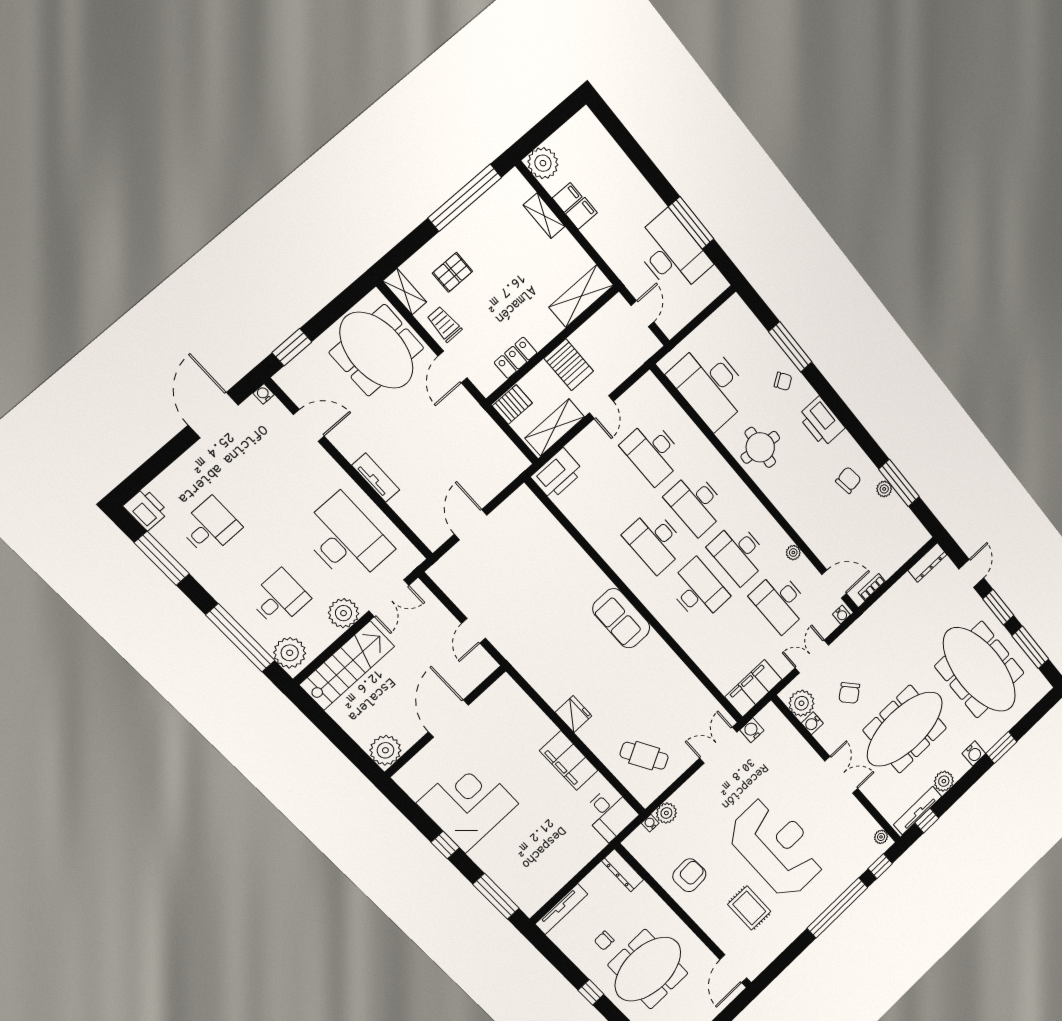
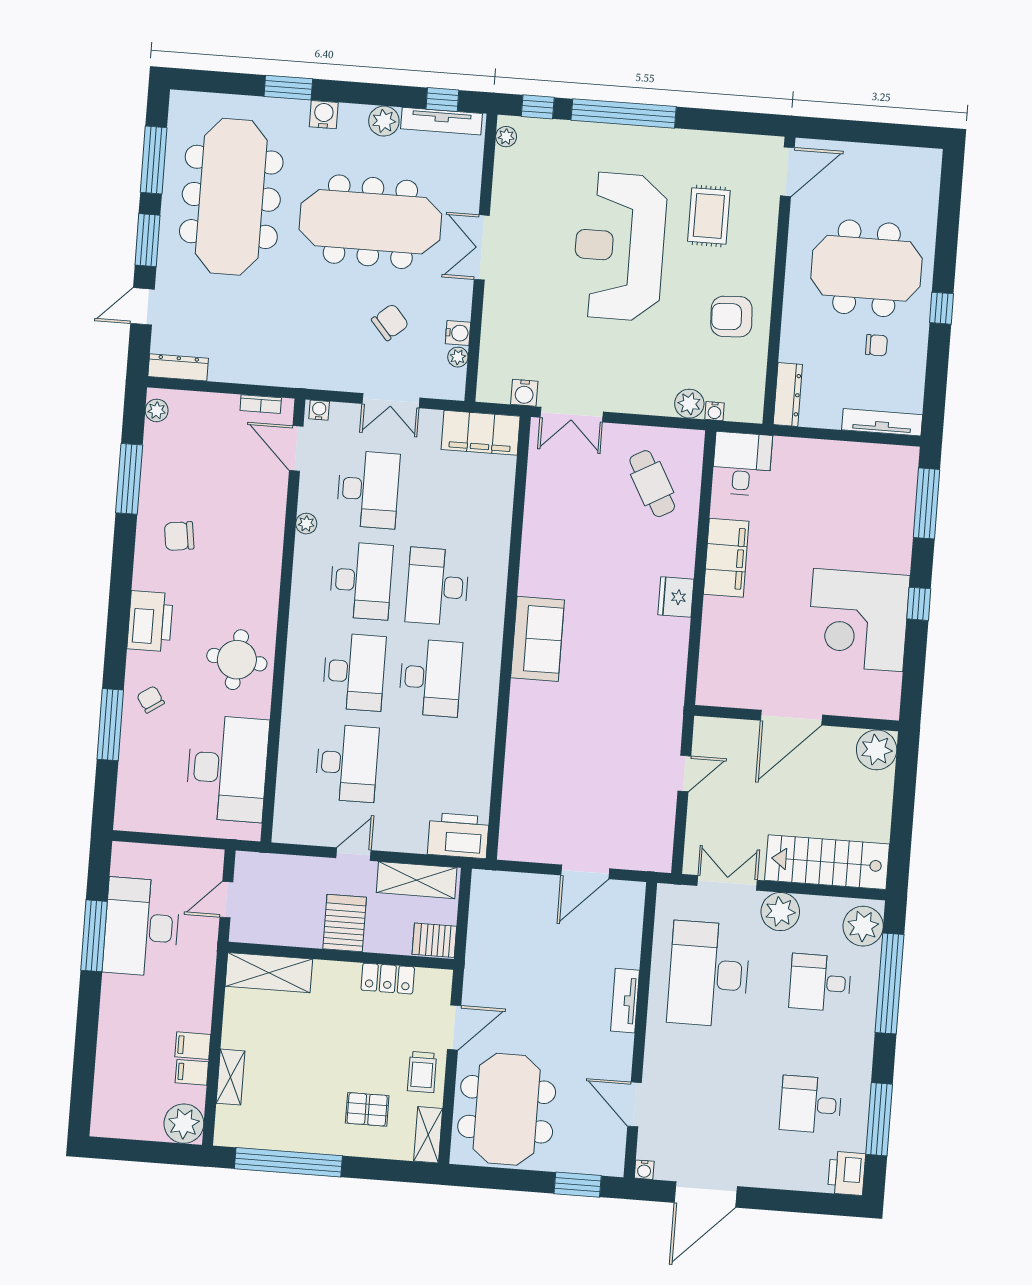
plant: (884, 489) -> (157, 410), moved
plant: (801, 703) -> (458, 357), width x0.53, depth x0.53

